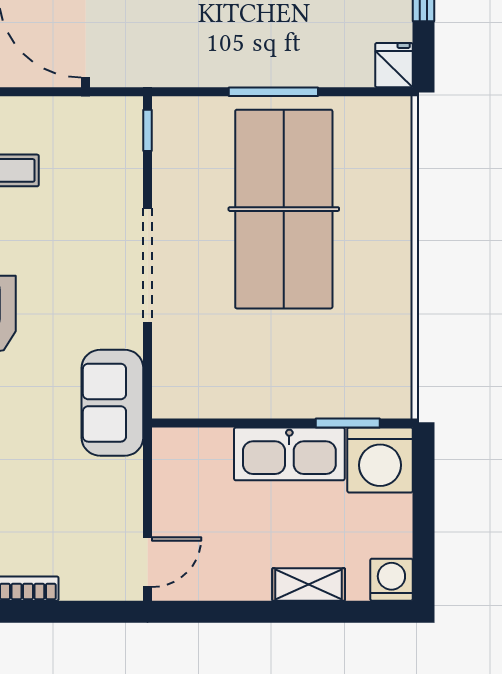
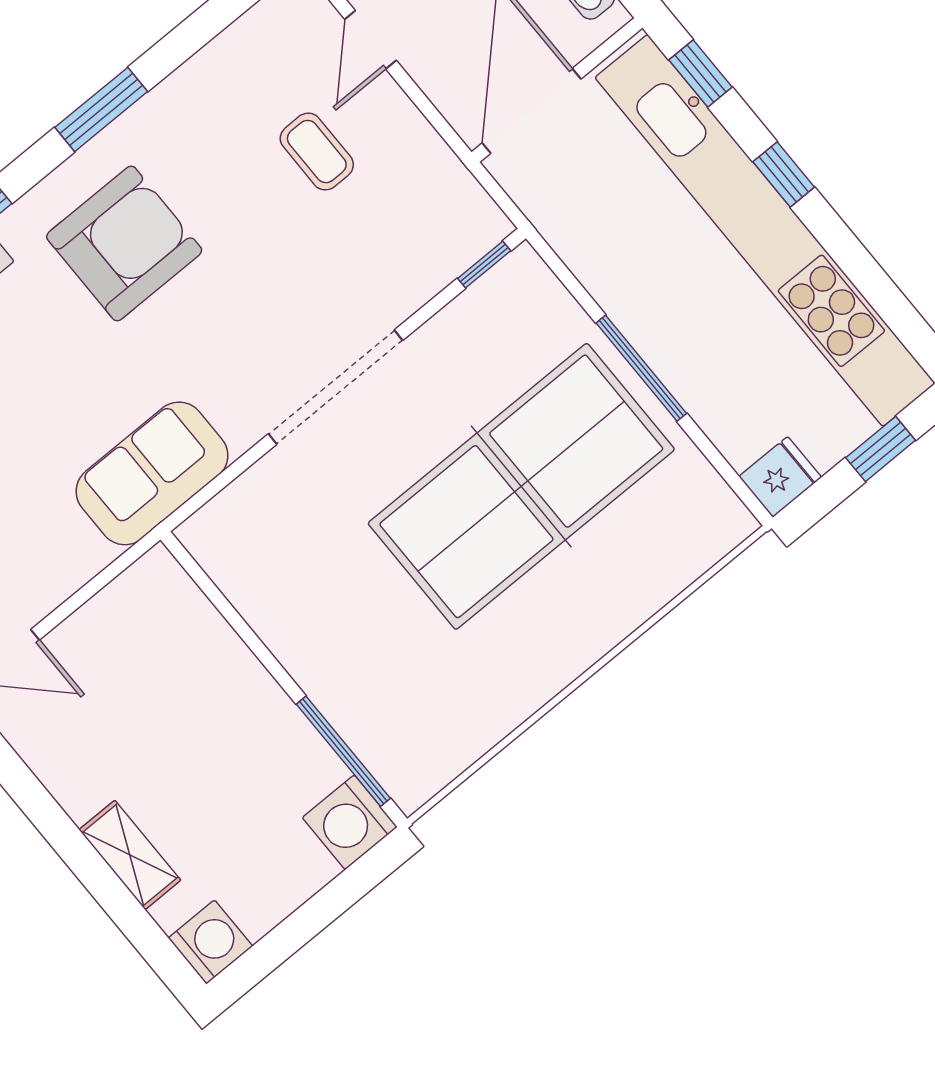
window: (348, 423) -> (343, 751), width x1.44
kitchen sink: (289, 454) -> (256, 715), removed
washing machine: (380, 460) -> (350, 822), width x0.73, depth x0.73

